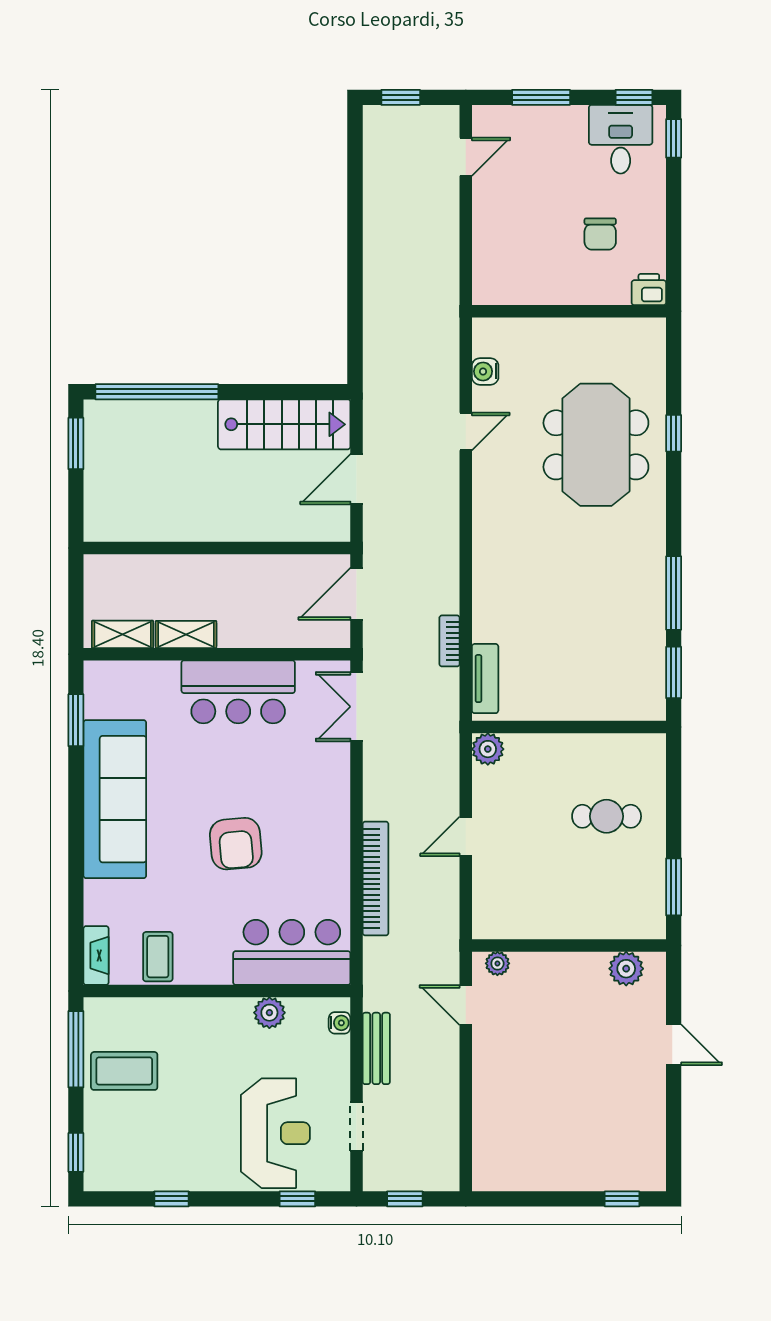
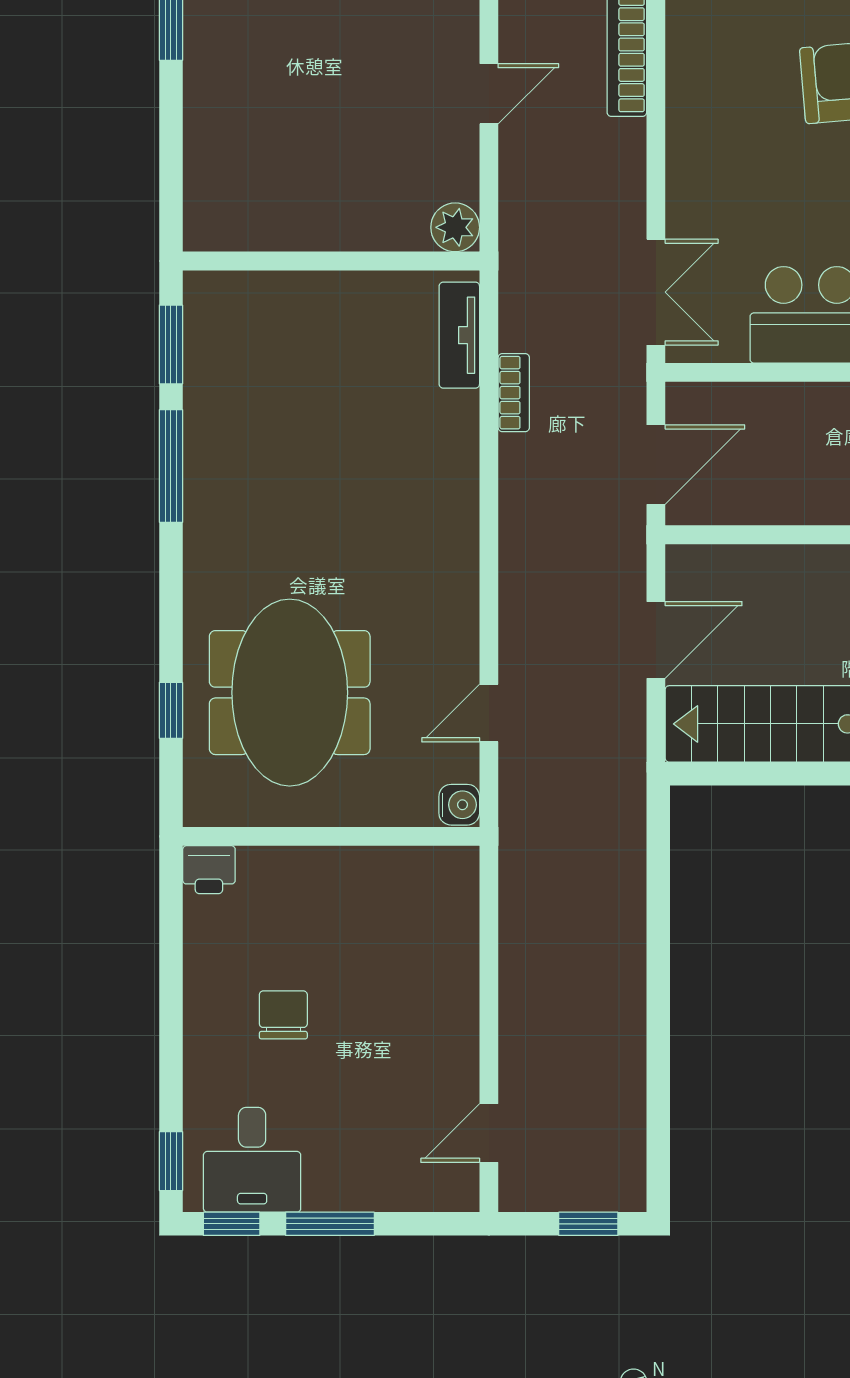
window: (541, 97) -> (330, 1224), moved
printer: (649, 290) -> (209, 870), moved
wall: (569, 311) -> (331, 836), moved
cafe table: (607, 816) -> (274, 125), removed

